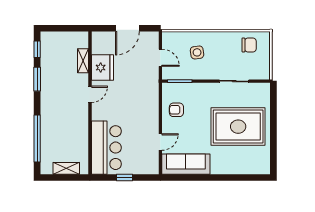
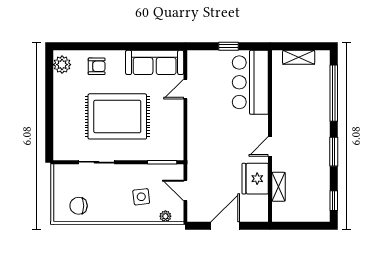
plant: (177, 36) -> (165, 216), added
window: (37, 79) -> (334, 152), moved
armchair: (176, 110) -> (97, 66), moved
rug: (238, 127) -> (117, 116), moved
plant: (263, 162) -> (62, 65), added

